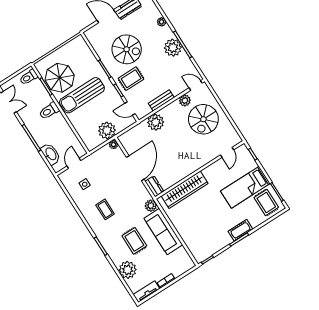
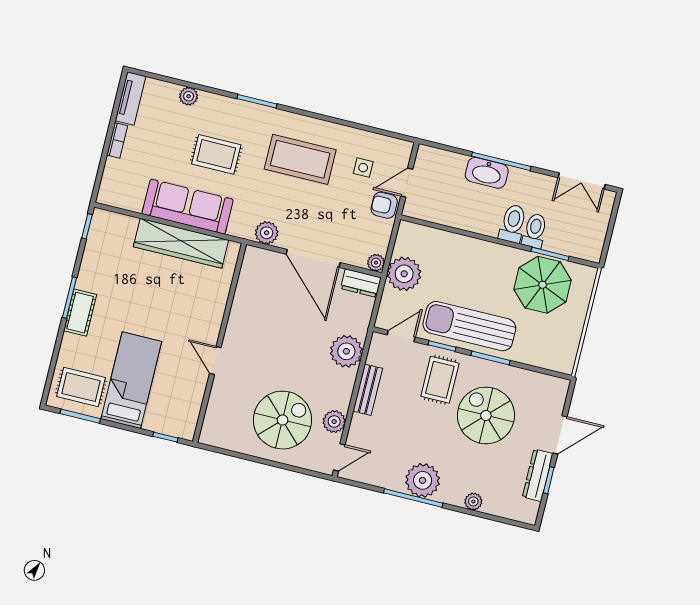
spiral stairs: (127, 49) -> (486, 415), turned 90
toilet: (29, 77) -> (535, 231), moved
sun lounger: (82, 95) -> (469, 326), moved, turned -90
spiral stairs: (203, 119) -> (283, 420), turned 90
door: (227, 152) -> (215, 360), moved
washbasin: (51, 154) -> (487, 173), moved
door: (74, 163) -> (407, 183), swing flipped
armchair: (90, 163) -> (384, 205), added
dresser: (154, 186) -> (361, 283), moved
wardrobe: (185, 190) -> (181, 243), moved, turned -90
plant: (151, 206) -> (267, 233), moved
coffee table: (105, 209) -> (300, 159), width x1.86, depth x1.72
plant: (128, 270) -> (189, 96), width x0.53, depth x0.53

